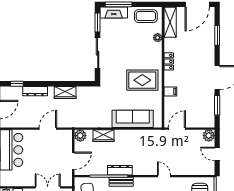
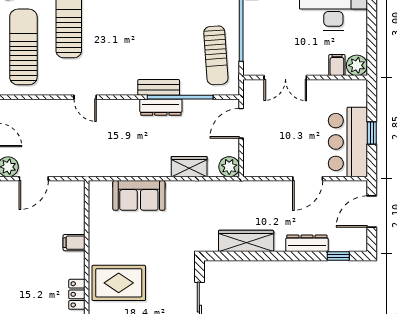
rug: (142, 80) -> (119, 283), moved
wardrobe: (65, 93) -> (246, 241), width x1.50
sofa: (133, 119) -> (139, 195), width x0.73
door: (48, 129) -> (308, 179), moved
door: (177, 129) -> (34, 179), moved

